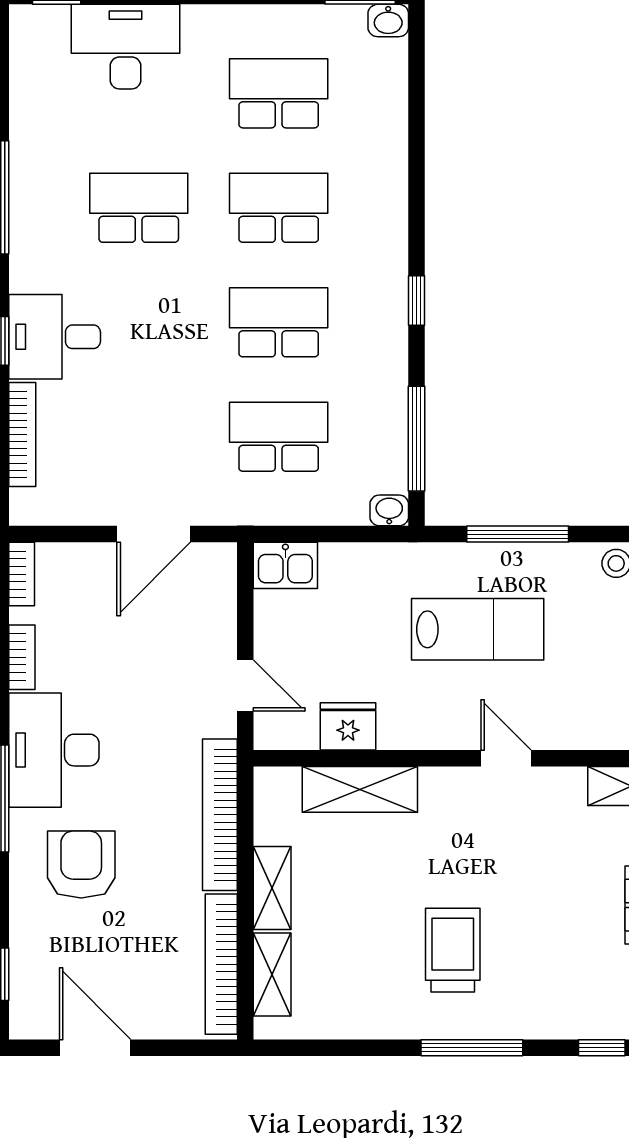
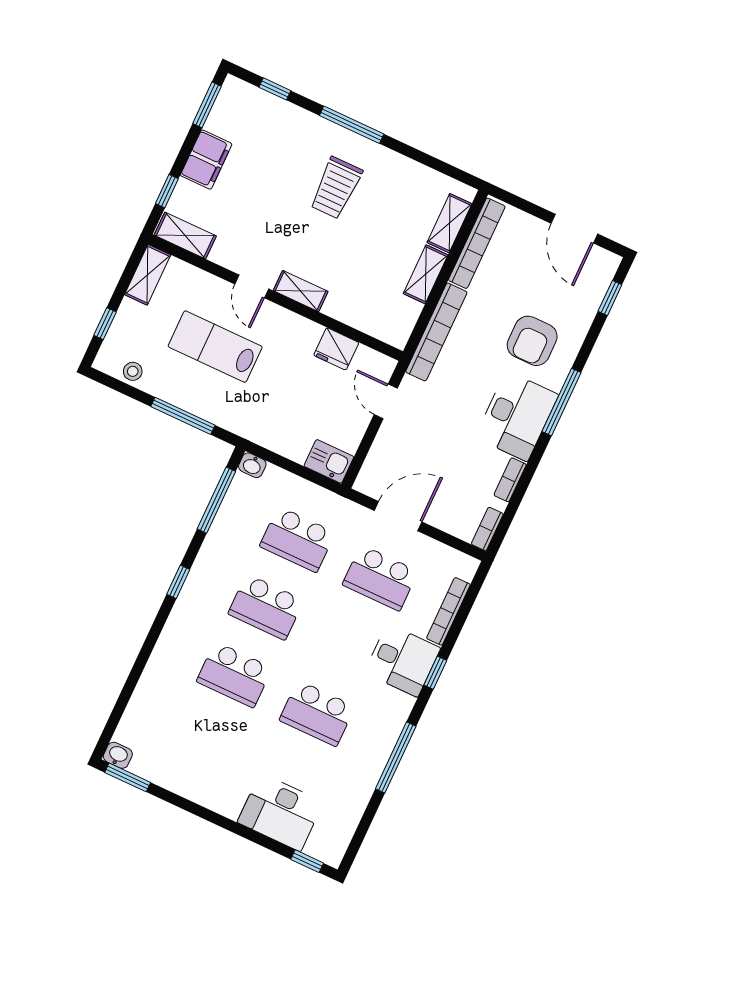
school desk: (279, 93) -> (380, 578), moved
lab bench: (478, 629) -> (215, 347), moved
shelving: (360, 789) -> (301, 291), moved, width x0.67, depth x0.75

